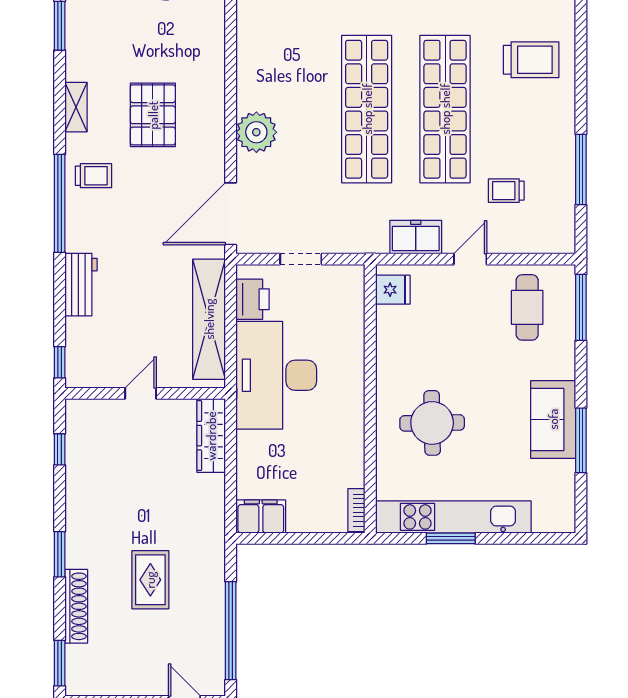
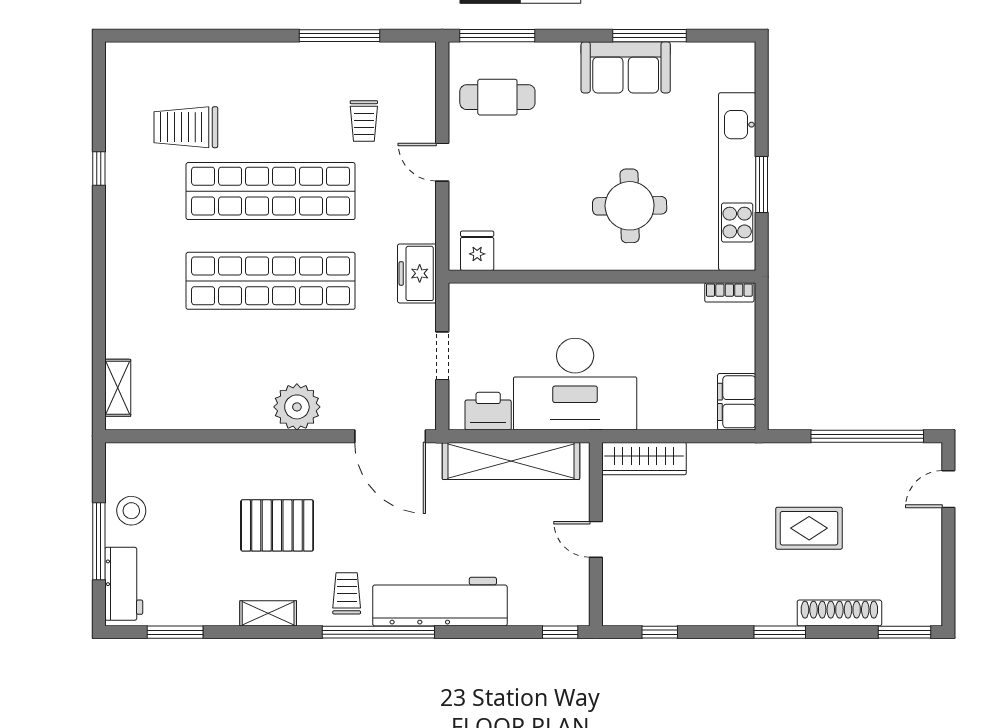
trolley: (531, 60) -> (186, 127), moved, turned -90
freezer: (416, 237) -> (417, 273), moved
workbench: (81, 285) -> (440, 602), width x1.88, depth x1.32

